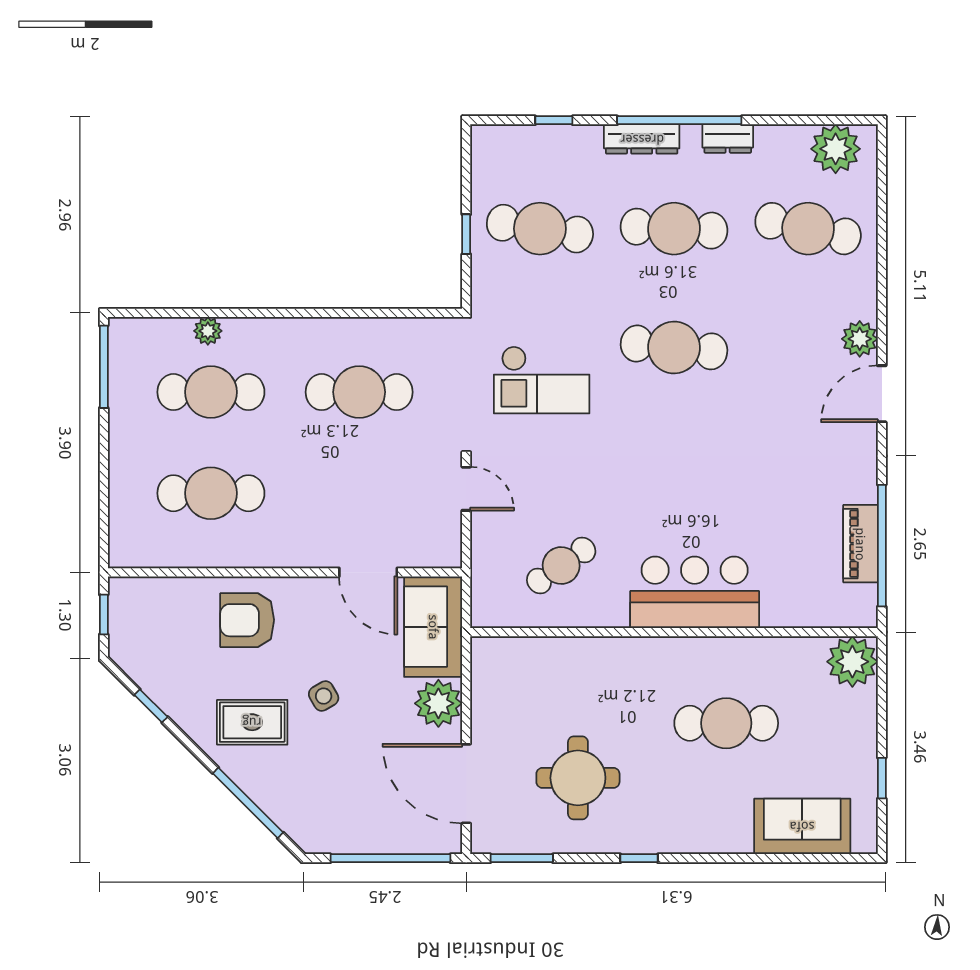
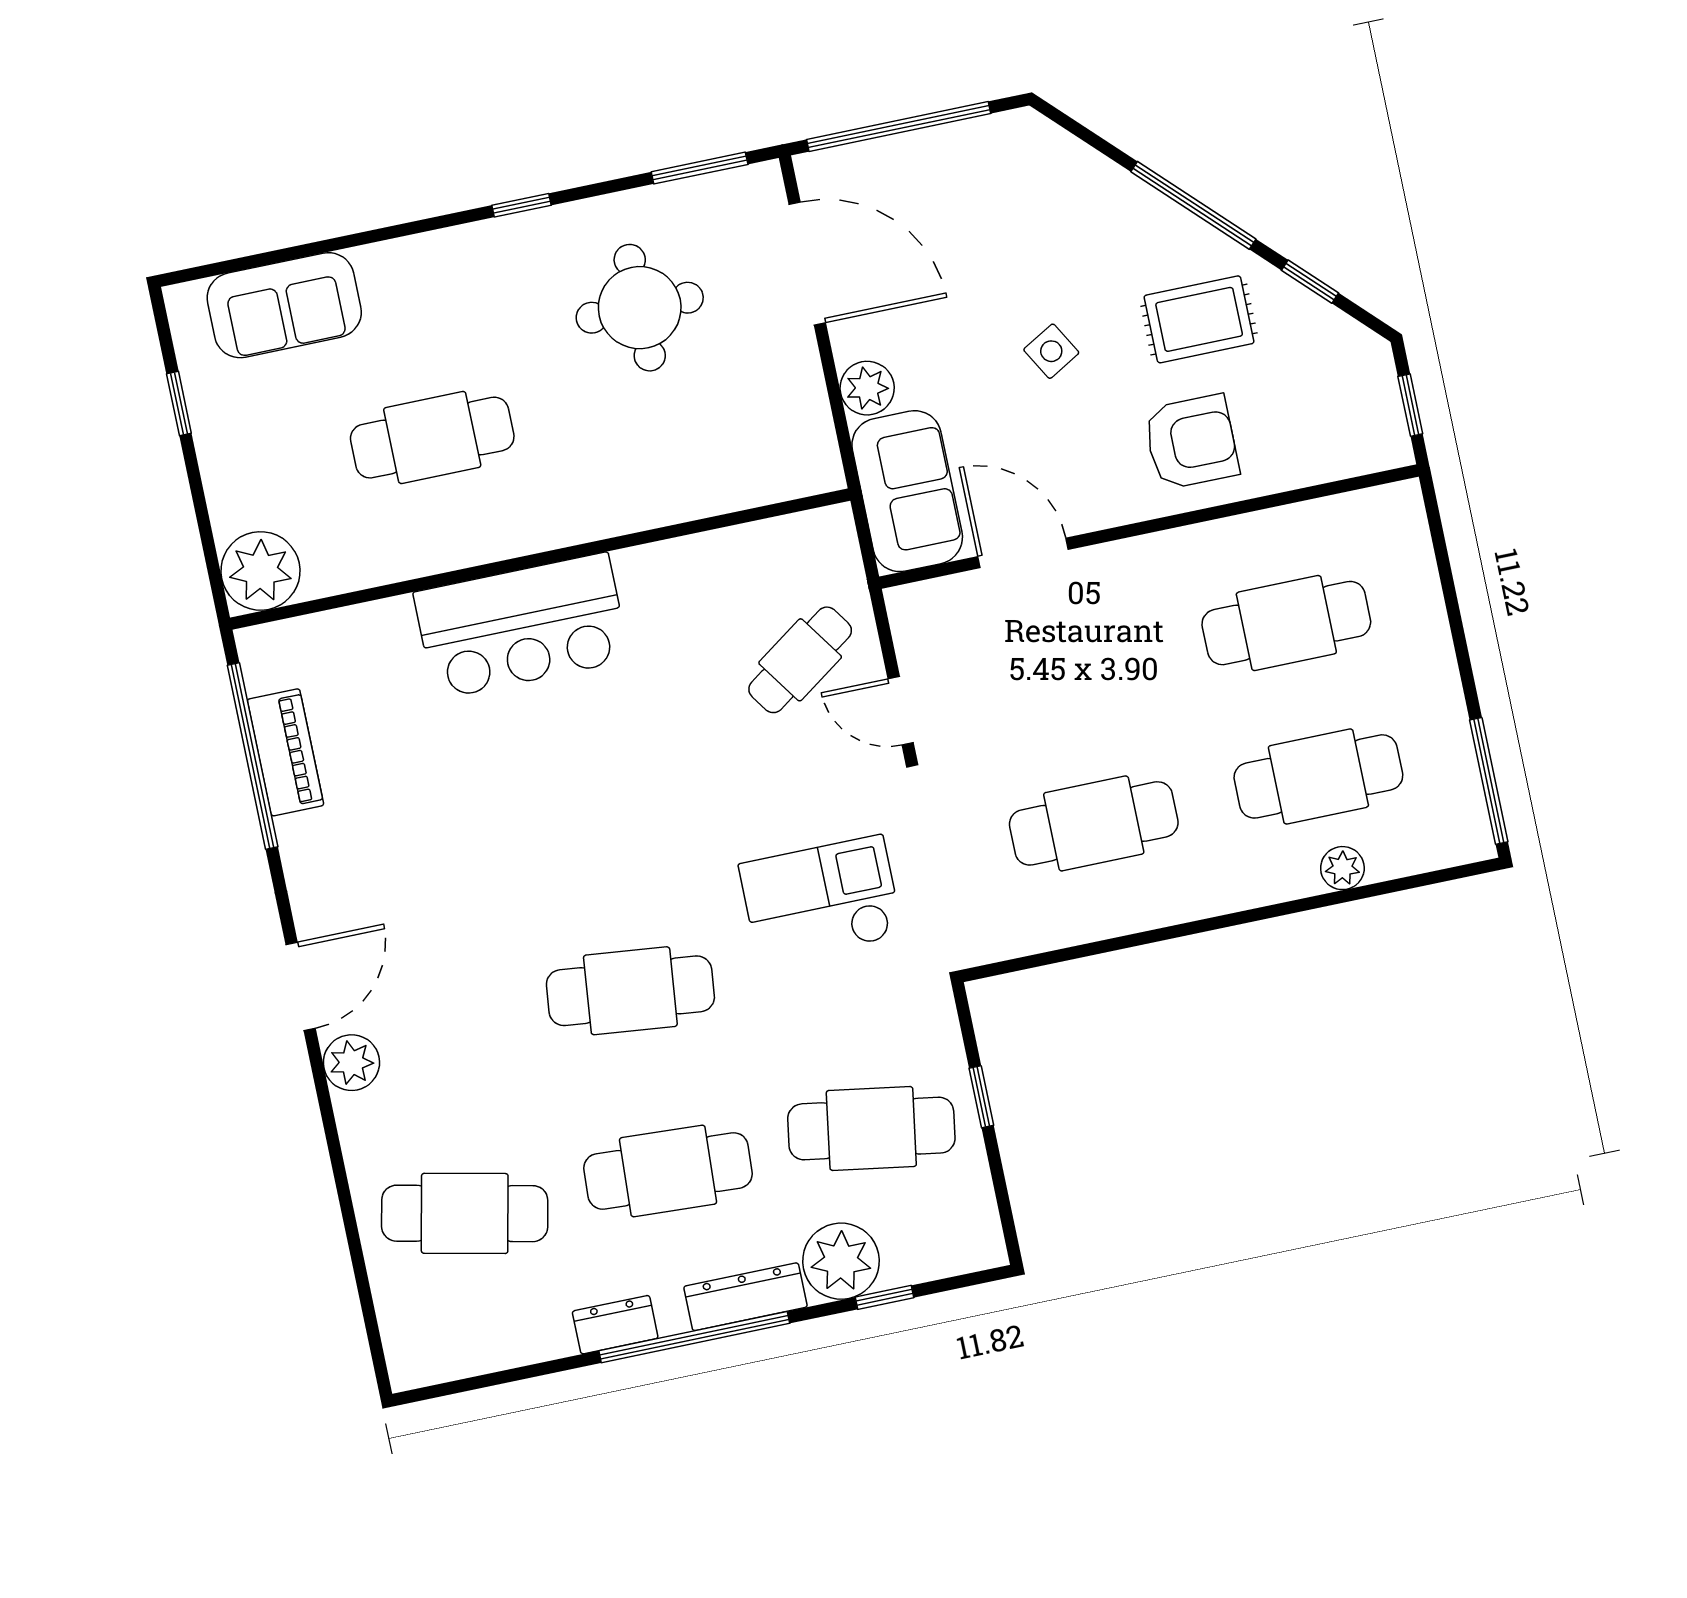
plant: (836, 149) -> (841, 1261), moved
cafe table: (561, 566) -> (800, 660), moved
plant: (438, 703) -> (867, 388), width x0.73, depth x0.73
rug: (252, 722) -> (1199, 319), moved
window: (248, 803) -> (1193, 205), moved

